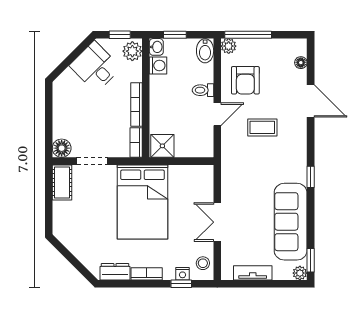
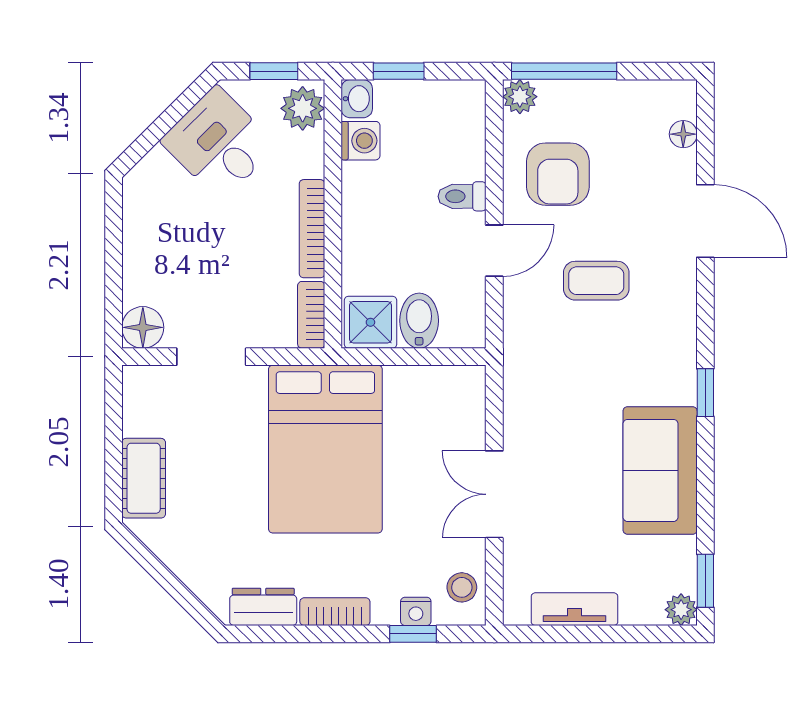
bidet: (205, 51) -> (419, 321), moved, turned 180
cot: (62, 182) -> (144, 478), moved
sofa: (291, 222) -> (660, 470), width x0.73

